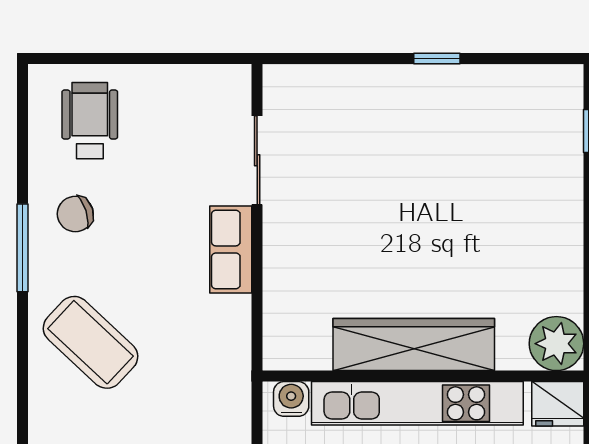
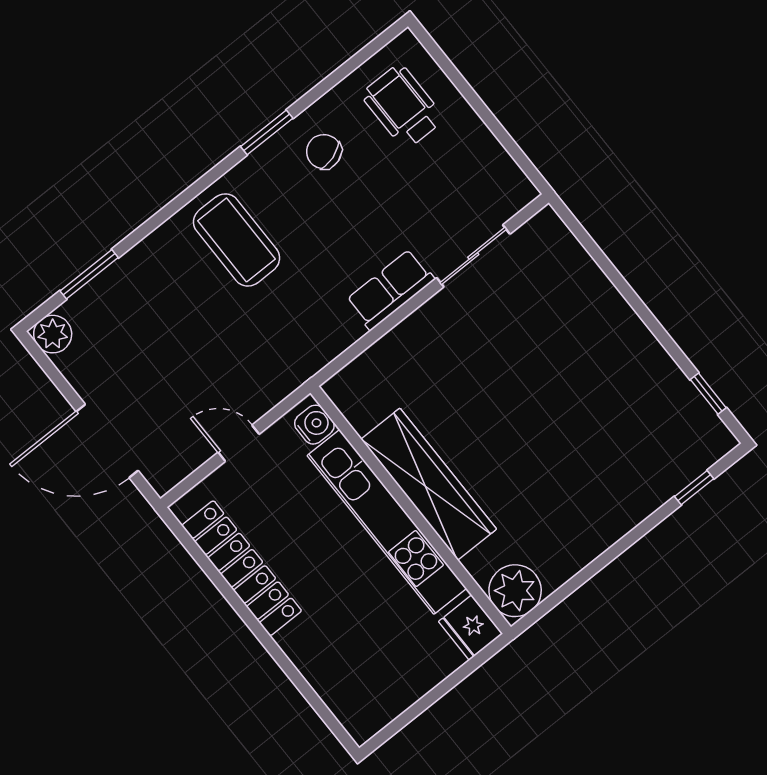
window: (437, 59) -> (708, 394), moved
wheelchair: (90, 121) -> (403, 107), turned -90
window: (23, 248) -> (267, 132), width x0.69
coffee table: (90, 342) -> (237, 240), turned -43

